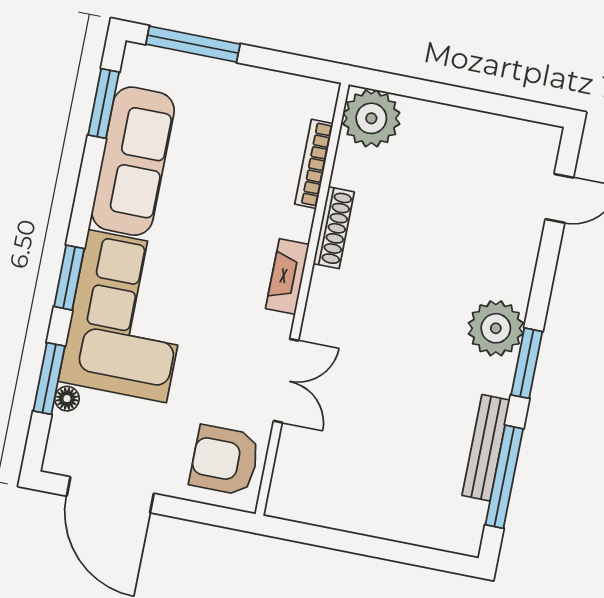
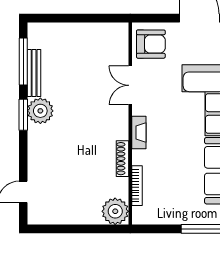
plant: (496, 328) -> (40, 111), moved

